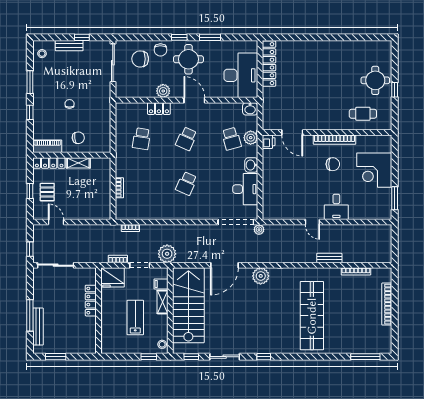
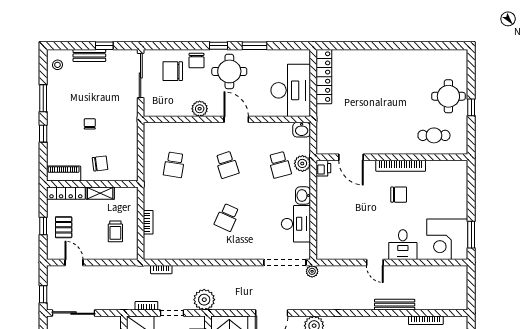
locker: (159, 109) -> (195, 129), removed
school desk: (186, 139) -> (227, 165), turned -42
corner desk: (374, 170) -> (447, 239), moved
trolley: (91, 196) -> (115, 231), added
bench: (329, 258) -> (395, 305), width x1.36

